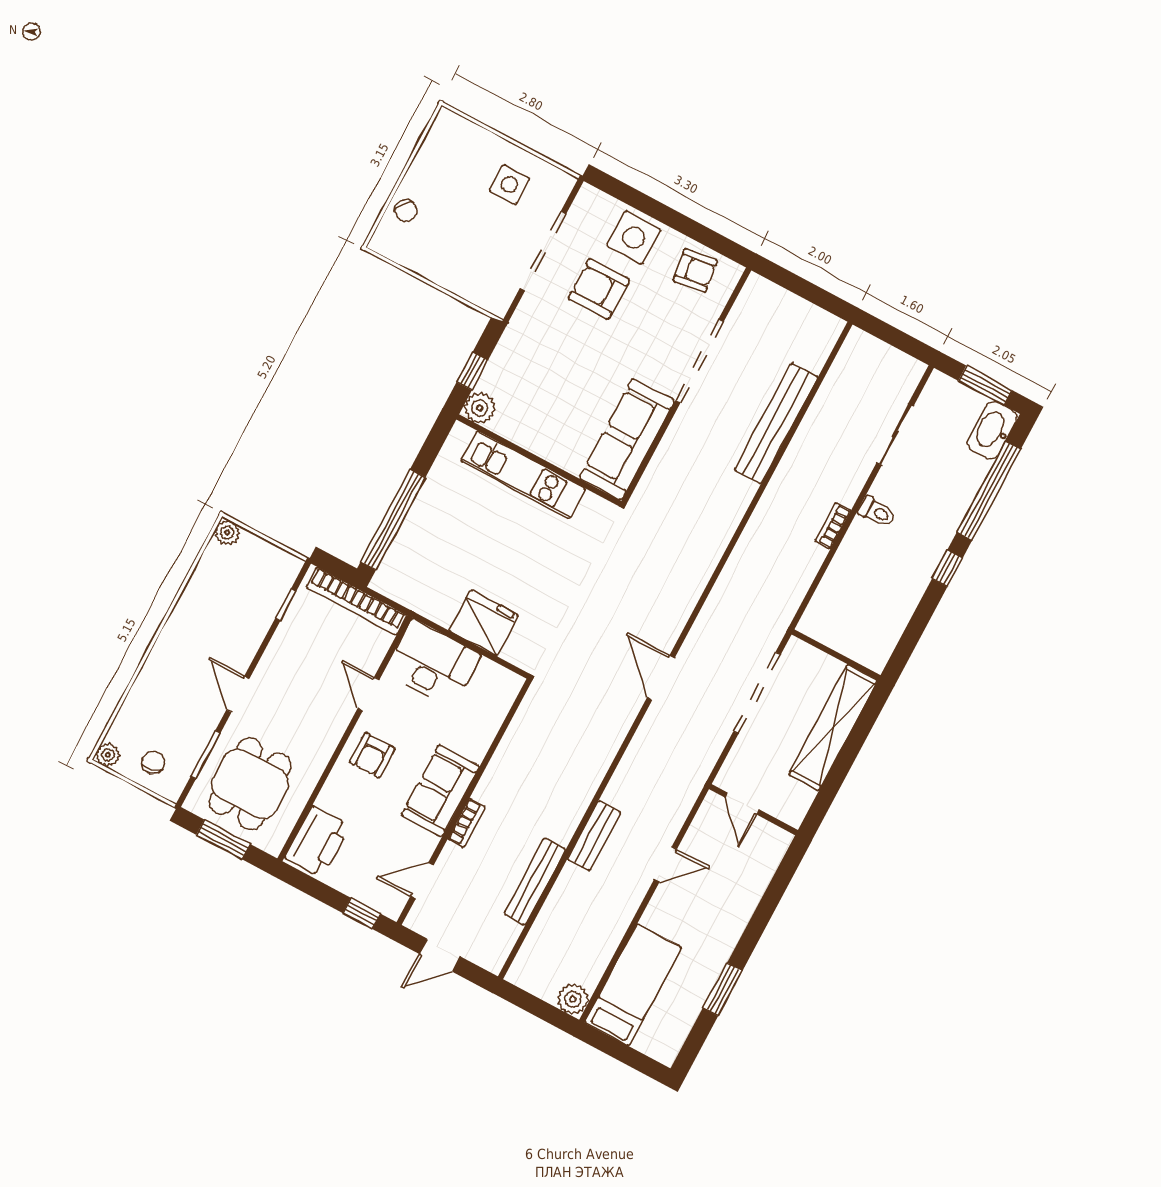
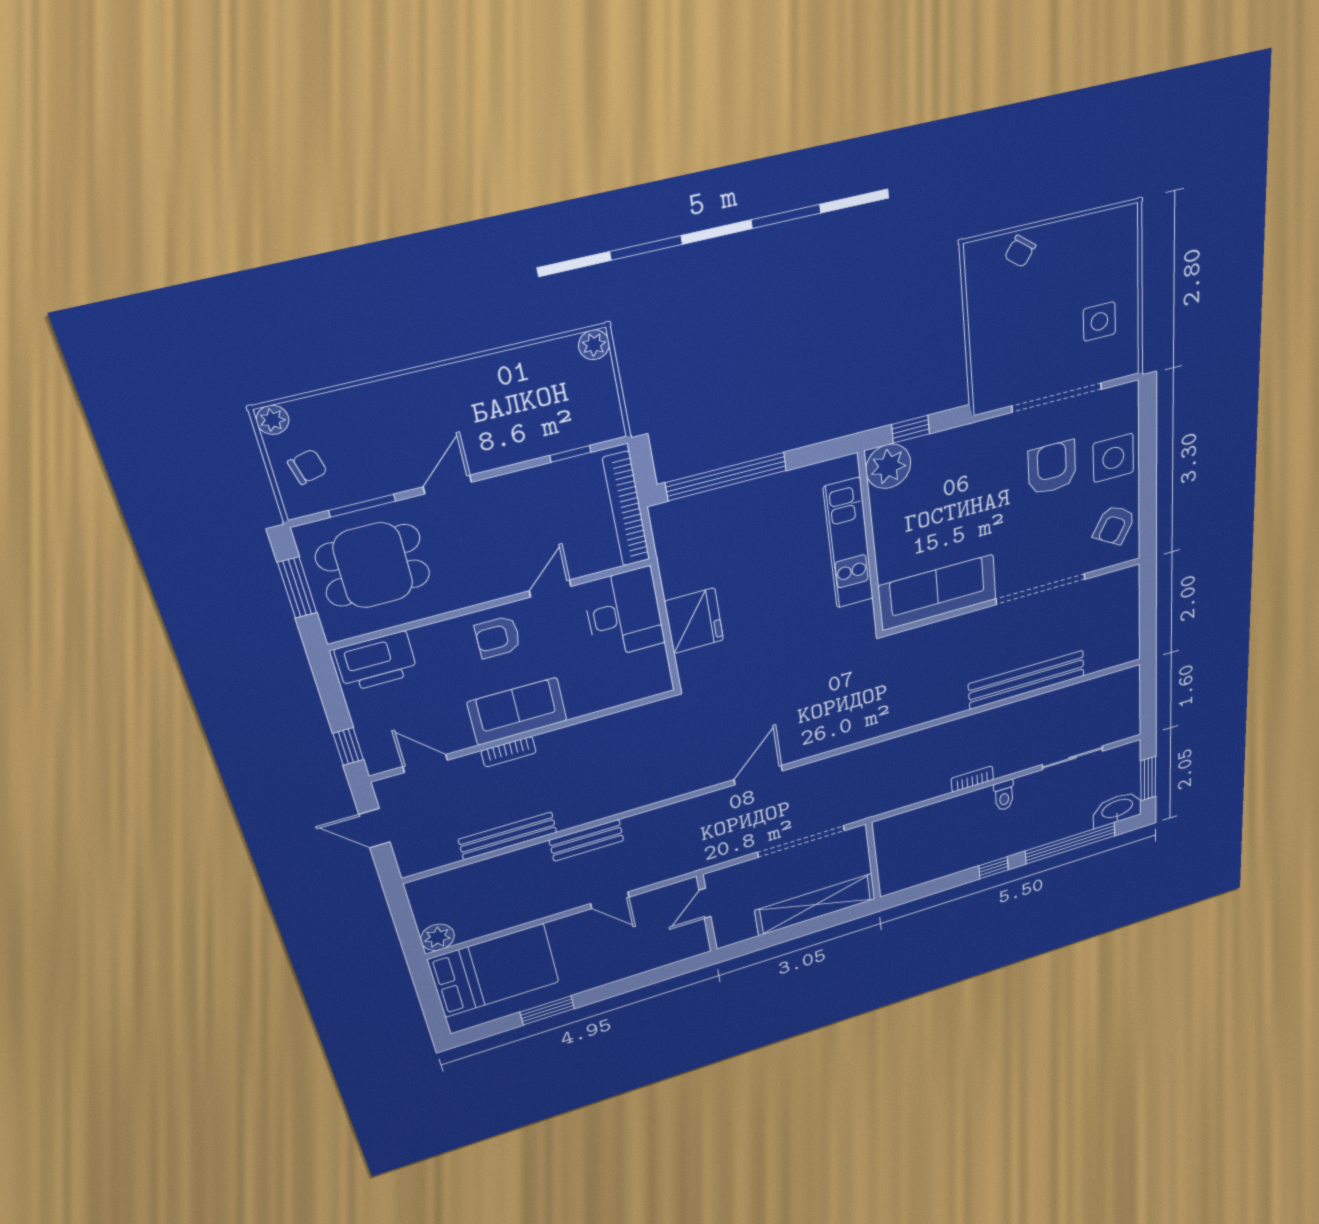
armchair: (695, 271) -> (1114, 525), turned 38
plant: (480, 408) -> (888, 466), width x1.36, depth x1.36
bed: (633, 985) -> (494, 971), width x1.50

